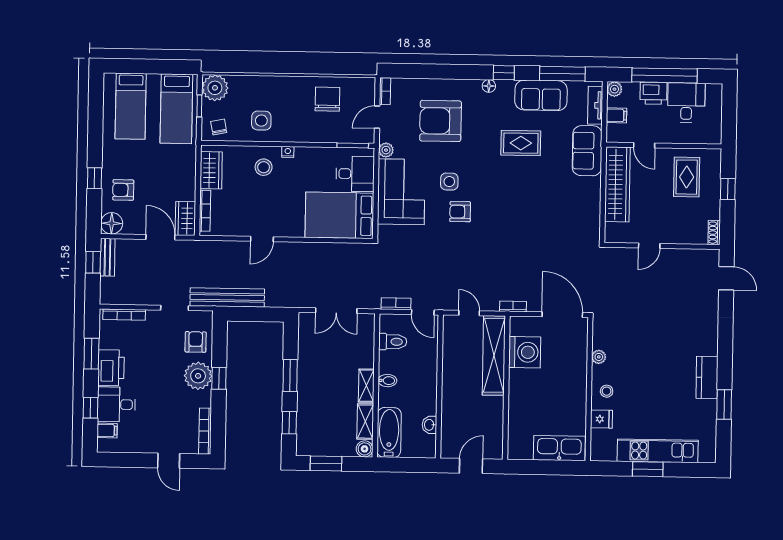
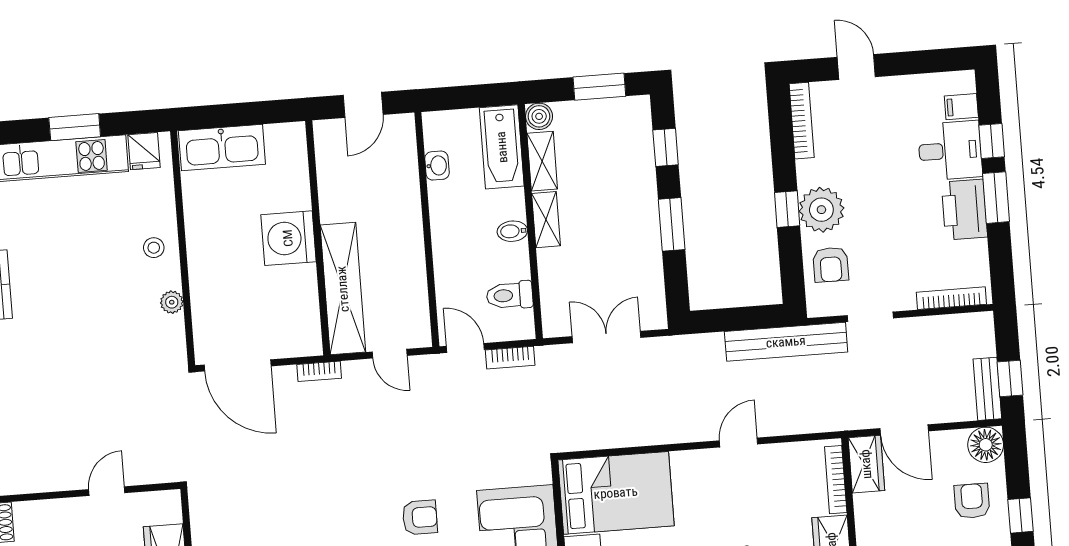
armchair: (123, 190) -> (972, 501), turned -90
washing machine: (525, 352) -> (288, 238), moved
window: (91, 354) -> (996, 198), moved
fridge: (601, 419) -> (144, 151), moved, turned -90

